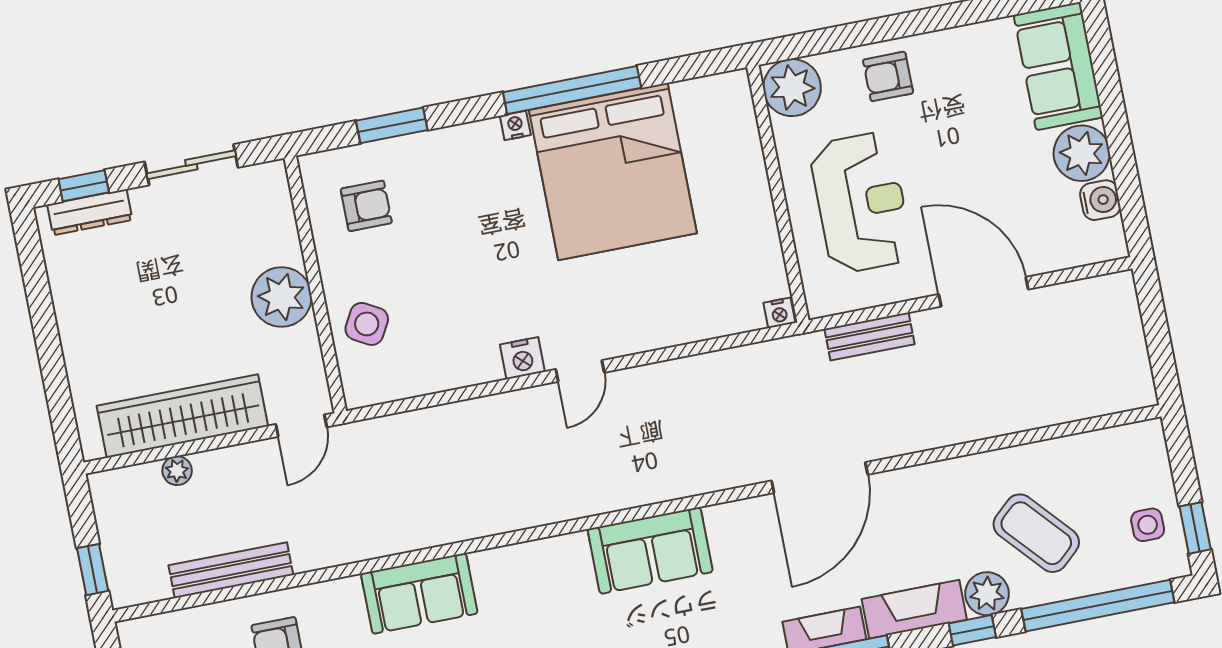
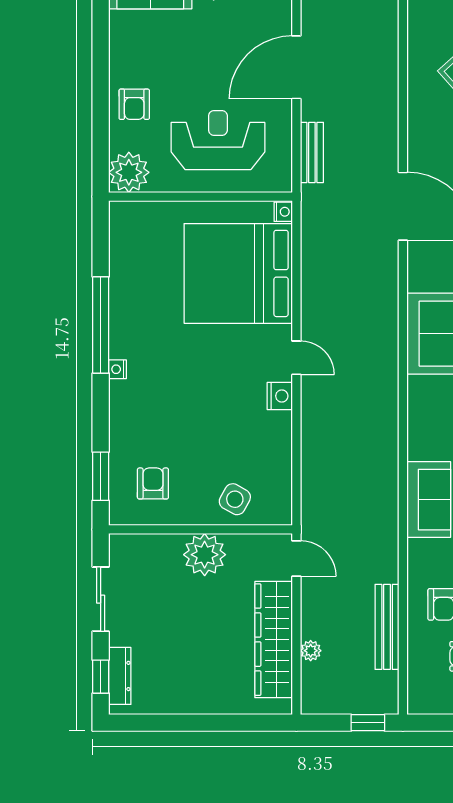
window: (392, 125) -> (101, 476), moved
bed: (613, 172) -> (238, 273), moved, turned 180

